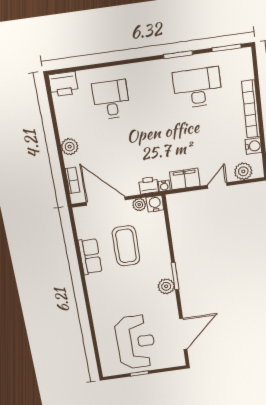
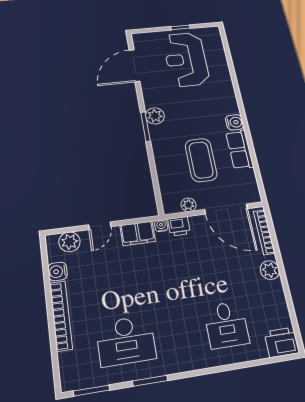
bookcase: (72, 180) -> (264, 232), width x1.56
water cooler: (155, 204) -> (235, 122), moved, turned -90

